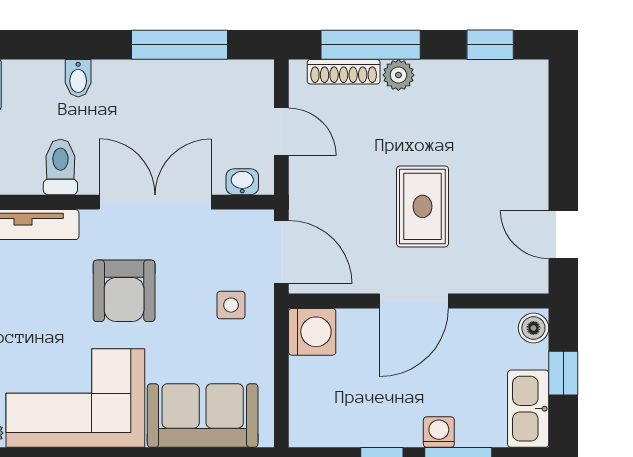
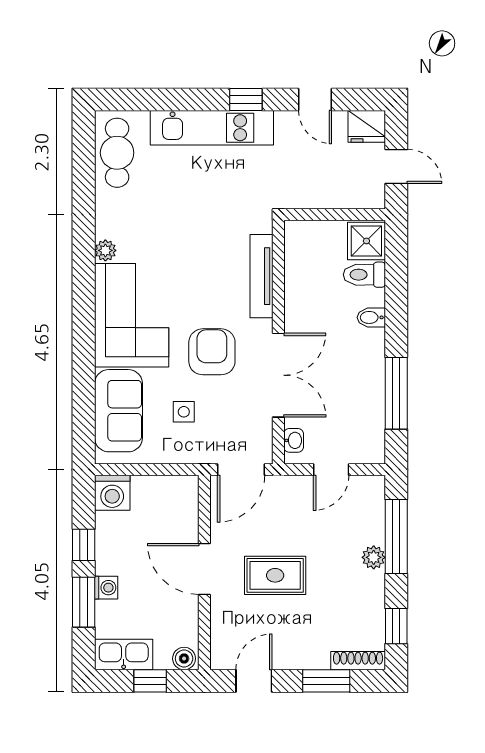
shoe rack: (344, 72) -> (358, 661), moved, turned 90
window: (563, 138) -> (326, 681), added
toilet: (60, 167) -> (364, 275), moved, turned 180
armchair: (124, 291) -> (212, 352), turned 90
side table: (231, 305) -> (184, 412), moved
washing machine: (312, 332) -> (112, 493), moved

